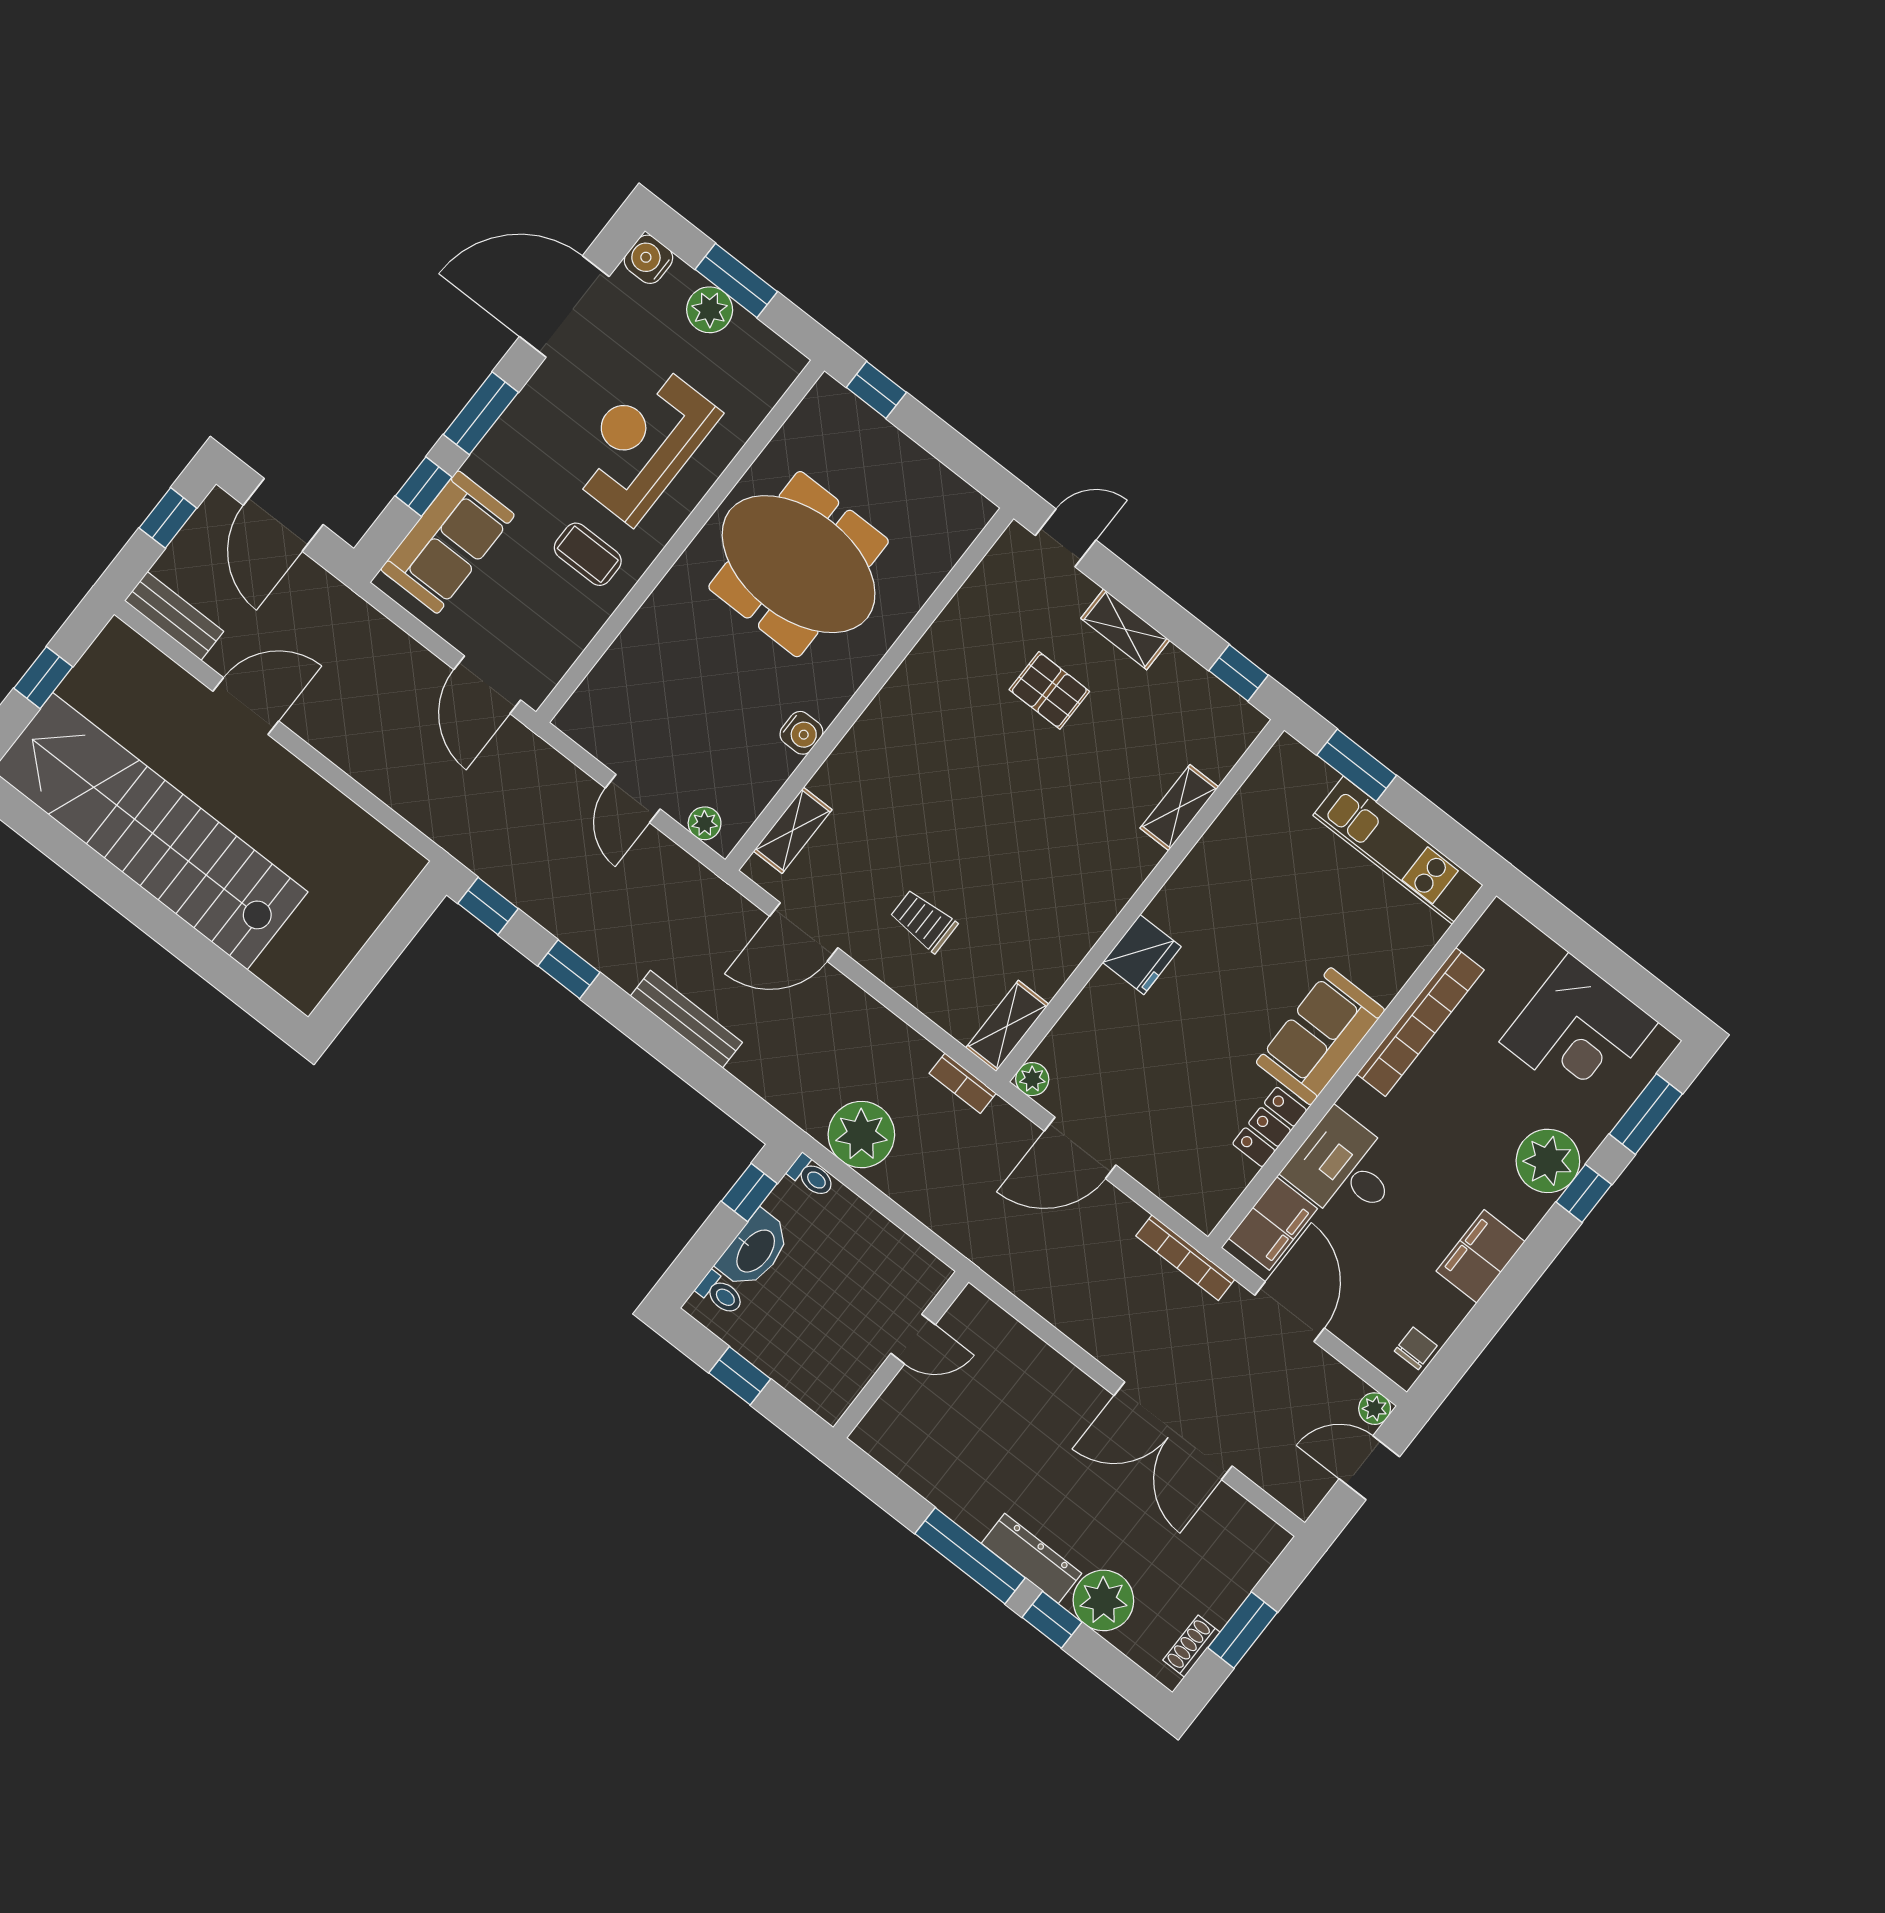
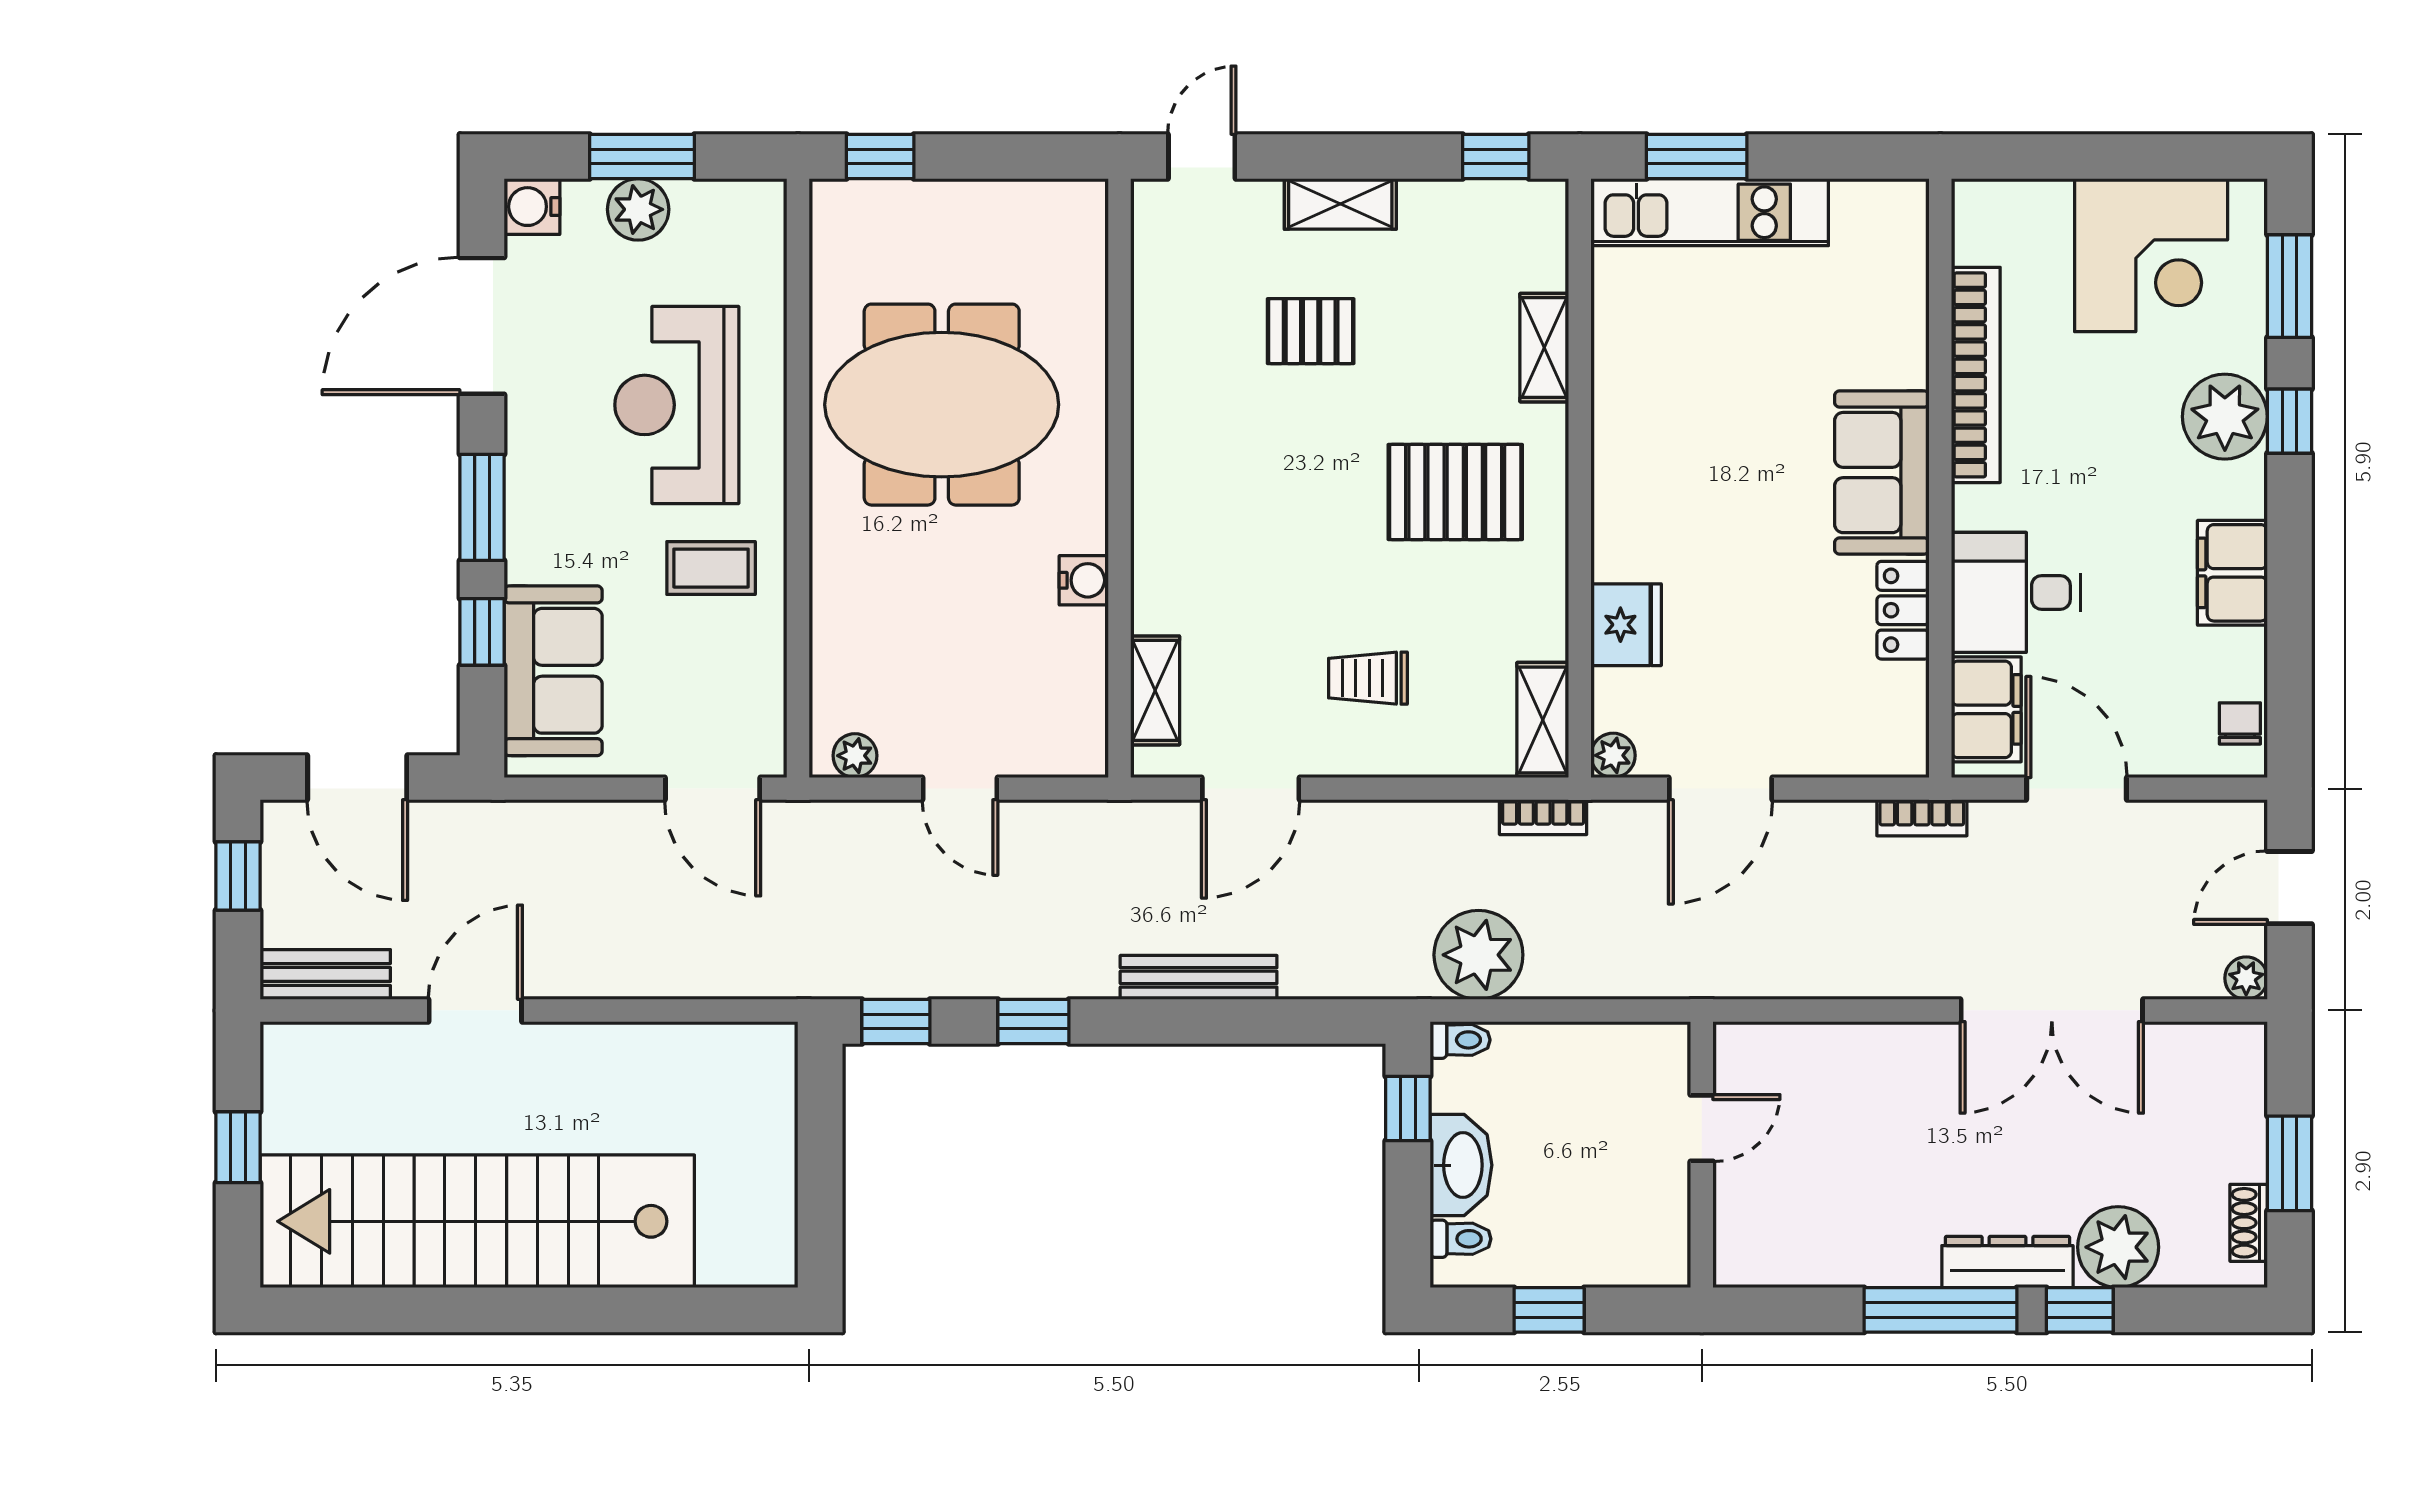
plant: (705, 823) -> (855, 756), moved
kitchen unit: (1398, 850) -> (1710, 212), moved
pallet: (1060, 852) -> (1455, 492), added
fridge: (1142, 955) -> (1626, 625), moved
bookcase: (1185, 1258) -> (1922, 818), width x0.64
plant: (1375, 1409) -> (2246, 978), moved

